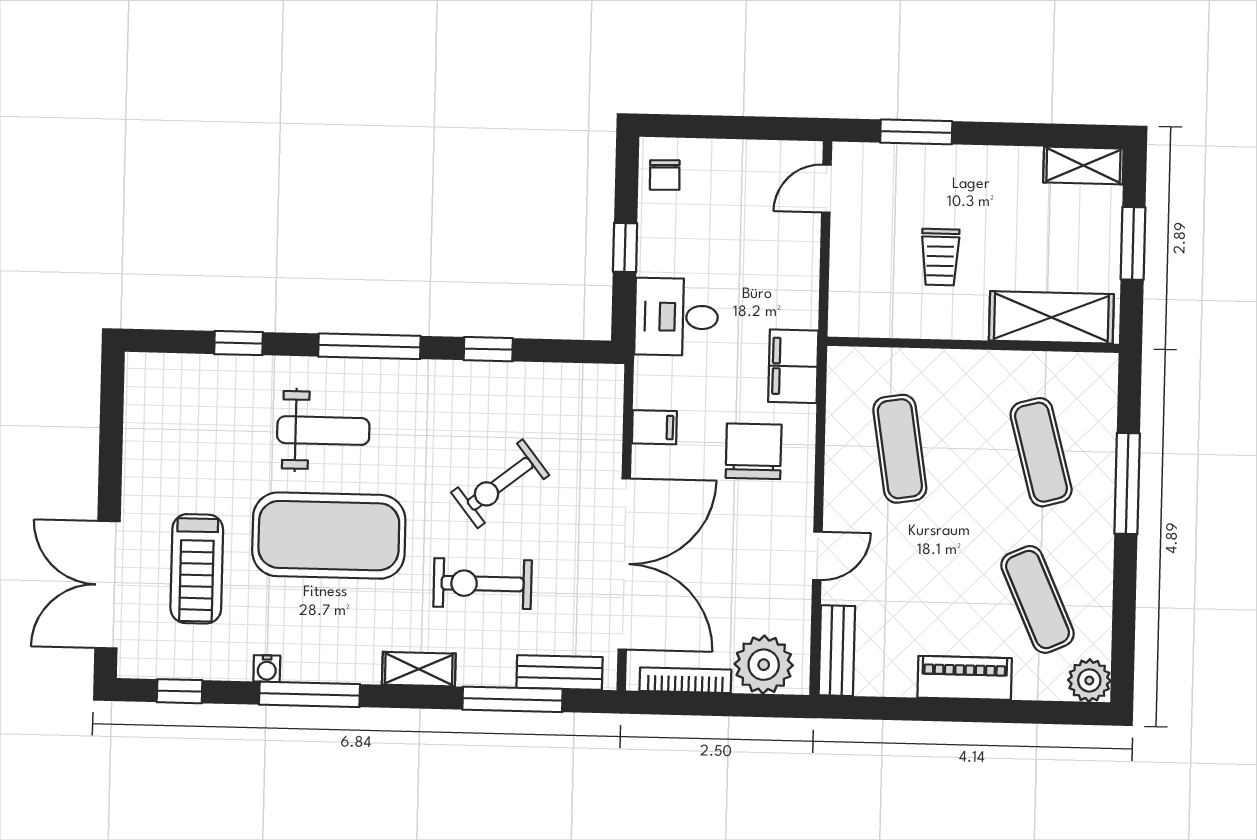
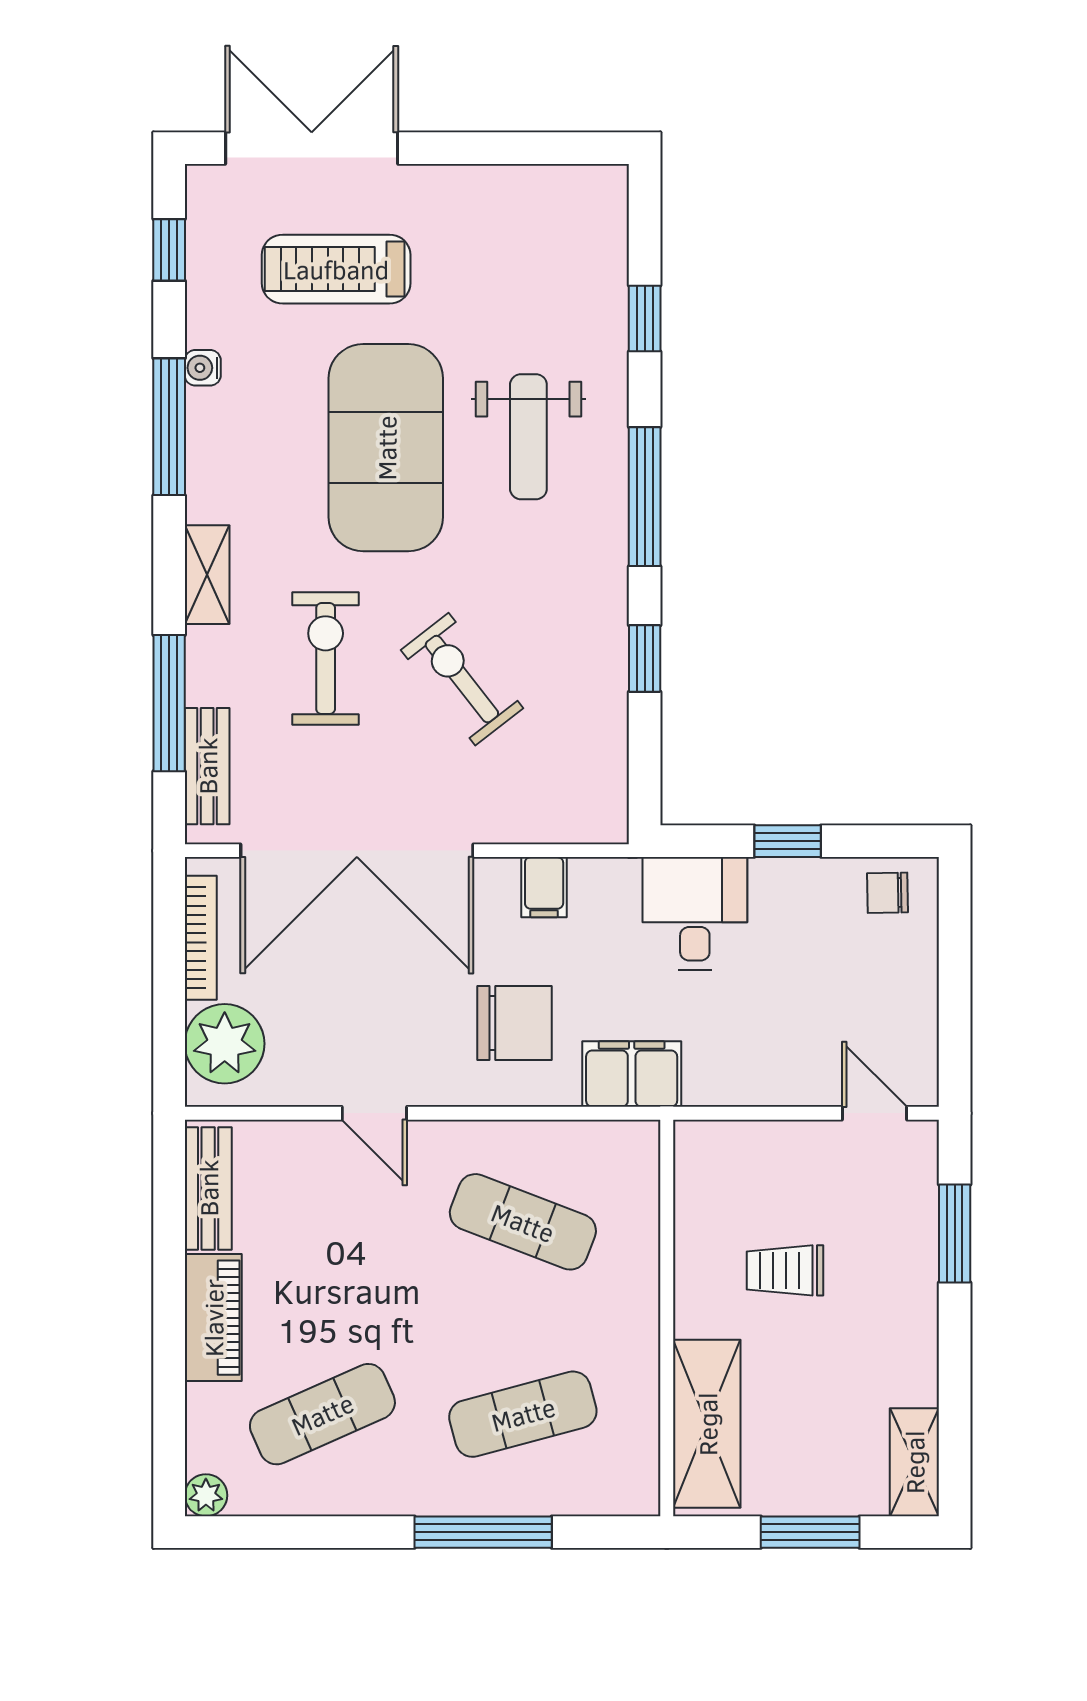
exercise mat: (900, 449) -> (523, 1222), turned 30
bench: (837, 651) -> (208, 1188), moved, turned 90
plant: (1089, 680) -> (206, 1495), width x0.73, depth x0.73

